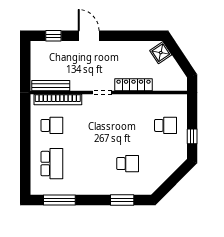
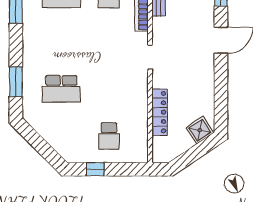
locker: (134, 85) -> (160, 112), moved
school desk: (128, 164) -> (61, 89), width x1.85

